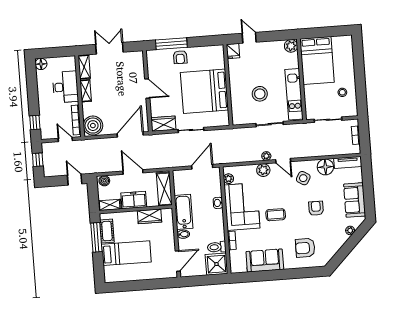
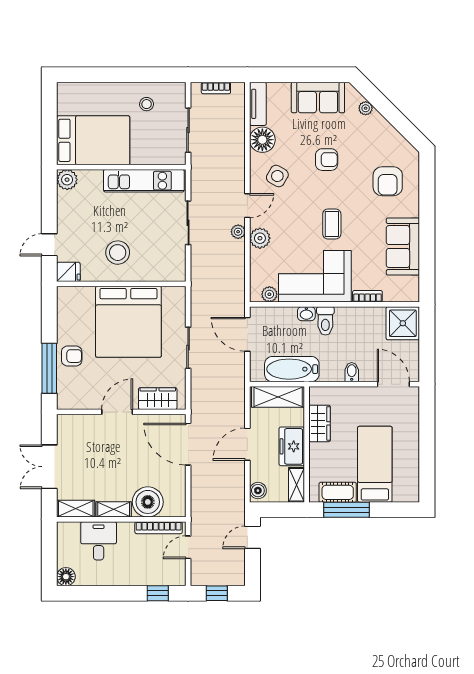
desk: (65, 87) -> (99, 541), width x0.73
stool: (260, 94) -> (118, 253), moved
wardrobe: (163, 124) -> (158, 399), moved, turned 90
boiler: (93, 126) -> (148, 502), moved
armchair: (316, 208) -> (327, 160), turned 180
bathtub: (184, 212) -> (292, 369), moved
toilet: (217, 247) -> (325, 321), moved

